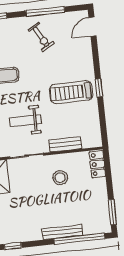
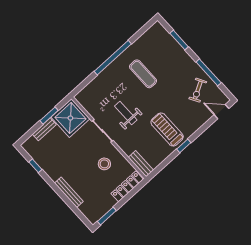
exercise bike: (41, 37) -> (198, 90), moved
bench: (65, 144) -> (141, 164), moved
locker: (97, 164) -> (127, 186), width x1.53
window: (79, 239) -> (73, 207), removed

